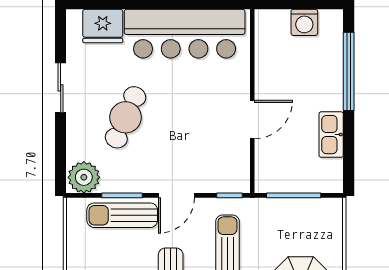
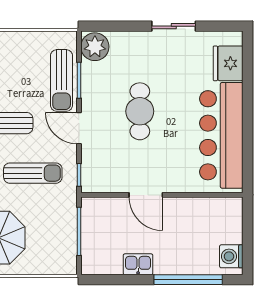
washing machine: (304, 22) -> (231, 256), moved
cafe table: (126, 117) -> (140, 111), moved, turned 66
kitchen sink: (331, 135) -> (138, 264), width x0.73
sun lounger: (122, 215) -> (62, 80), turned 180

